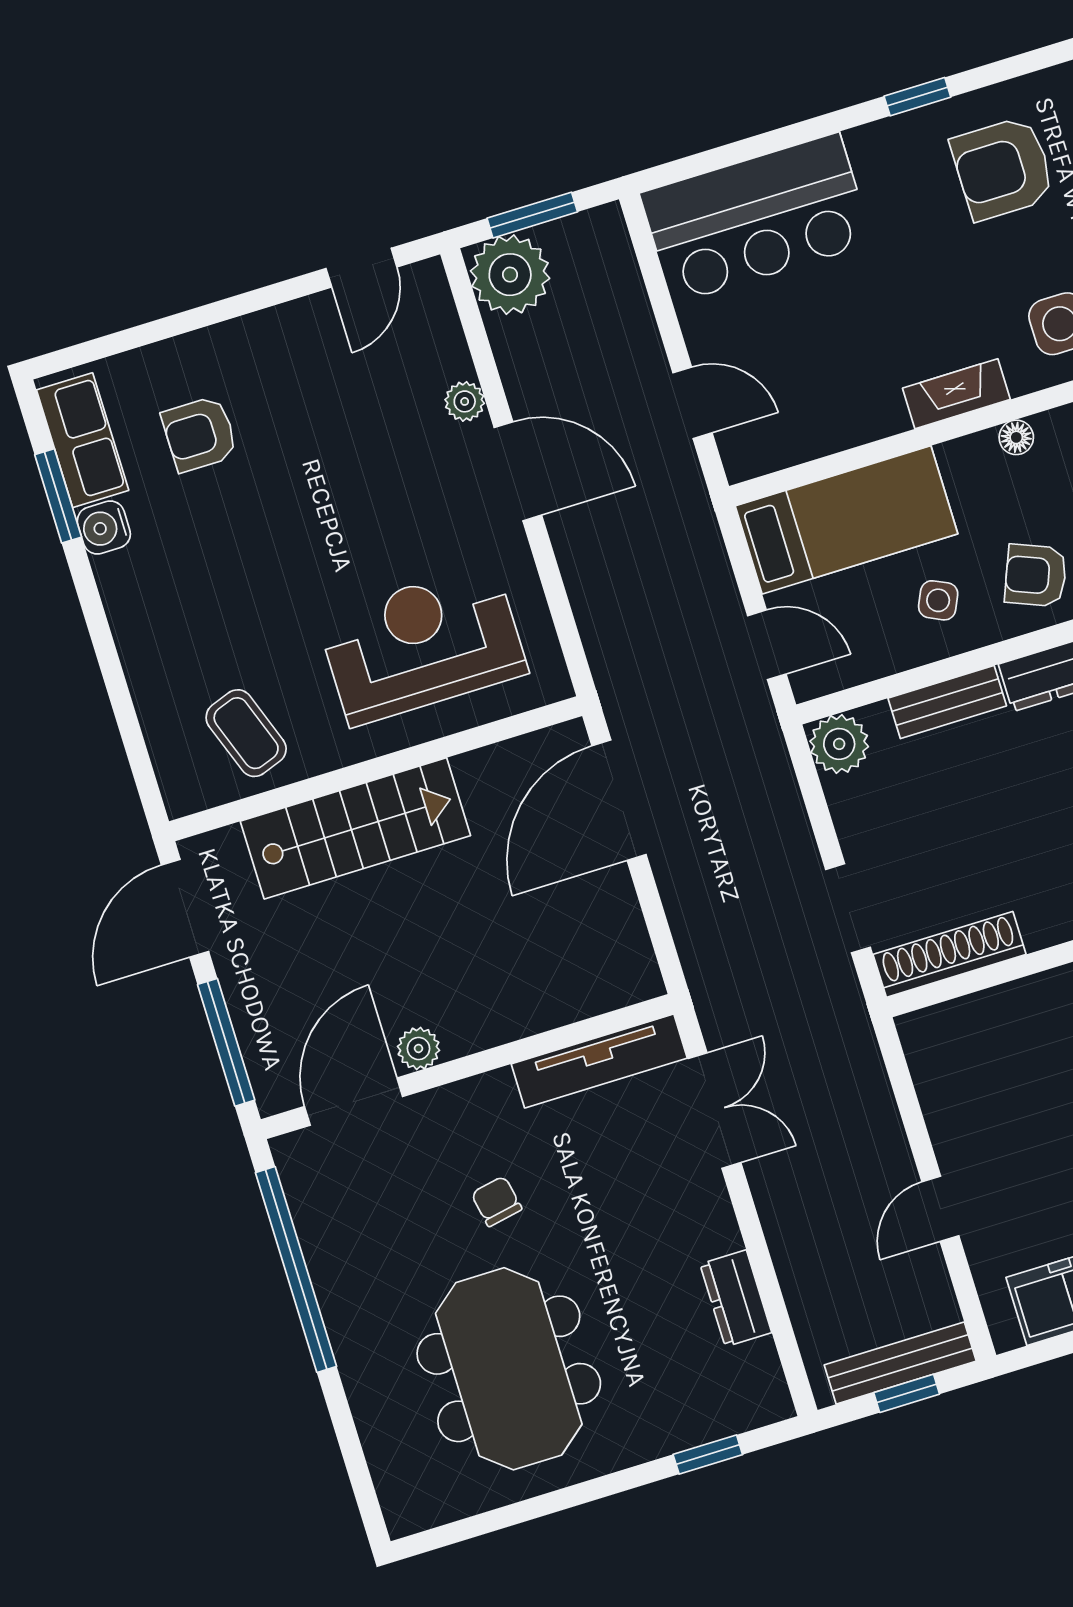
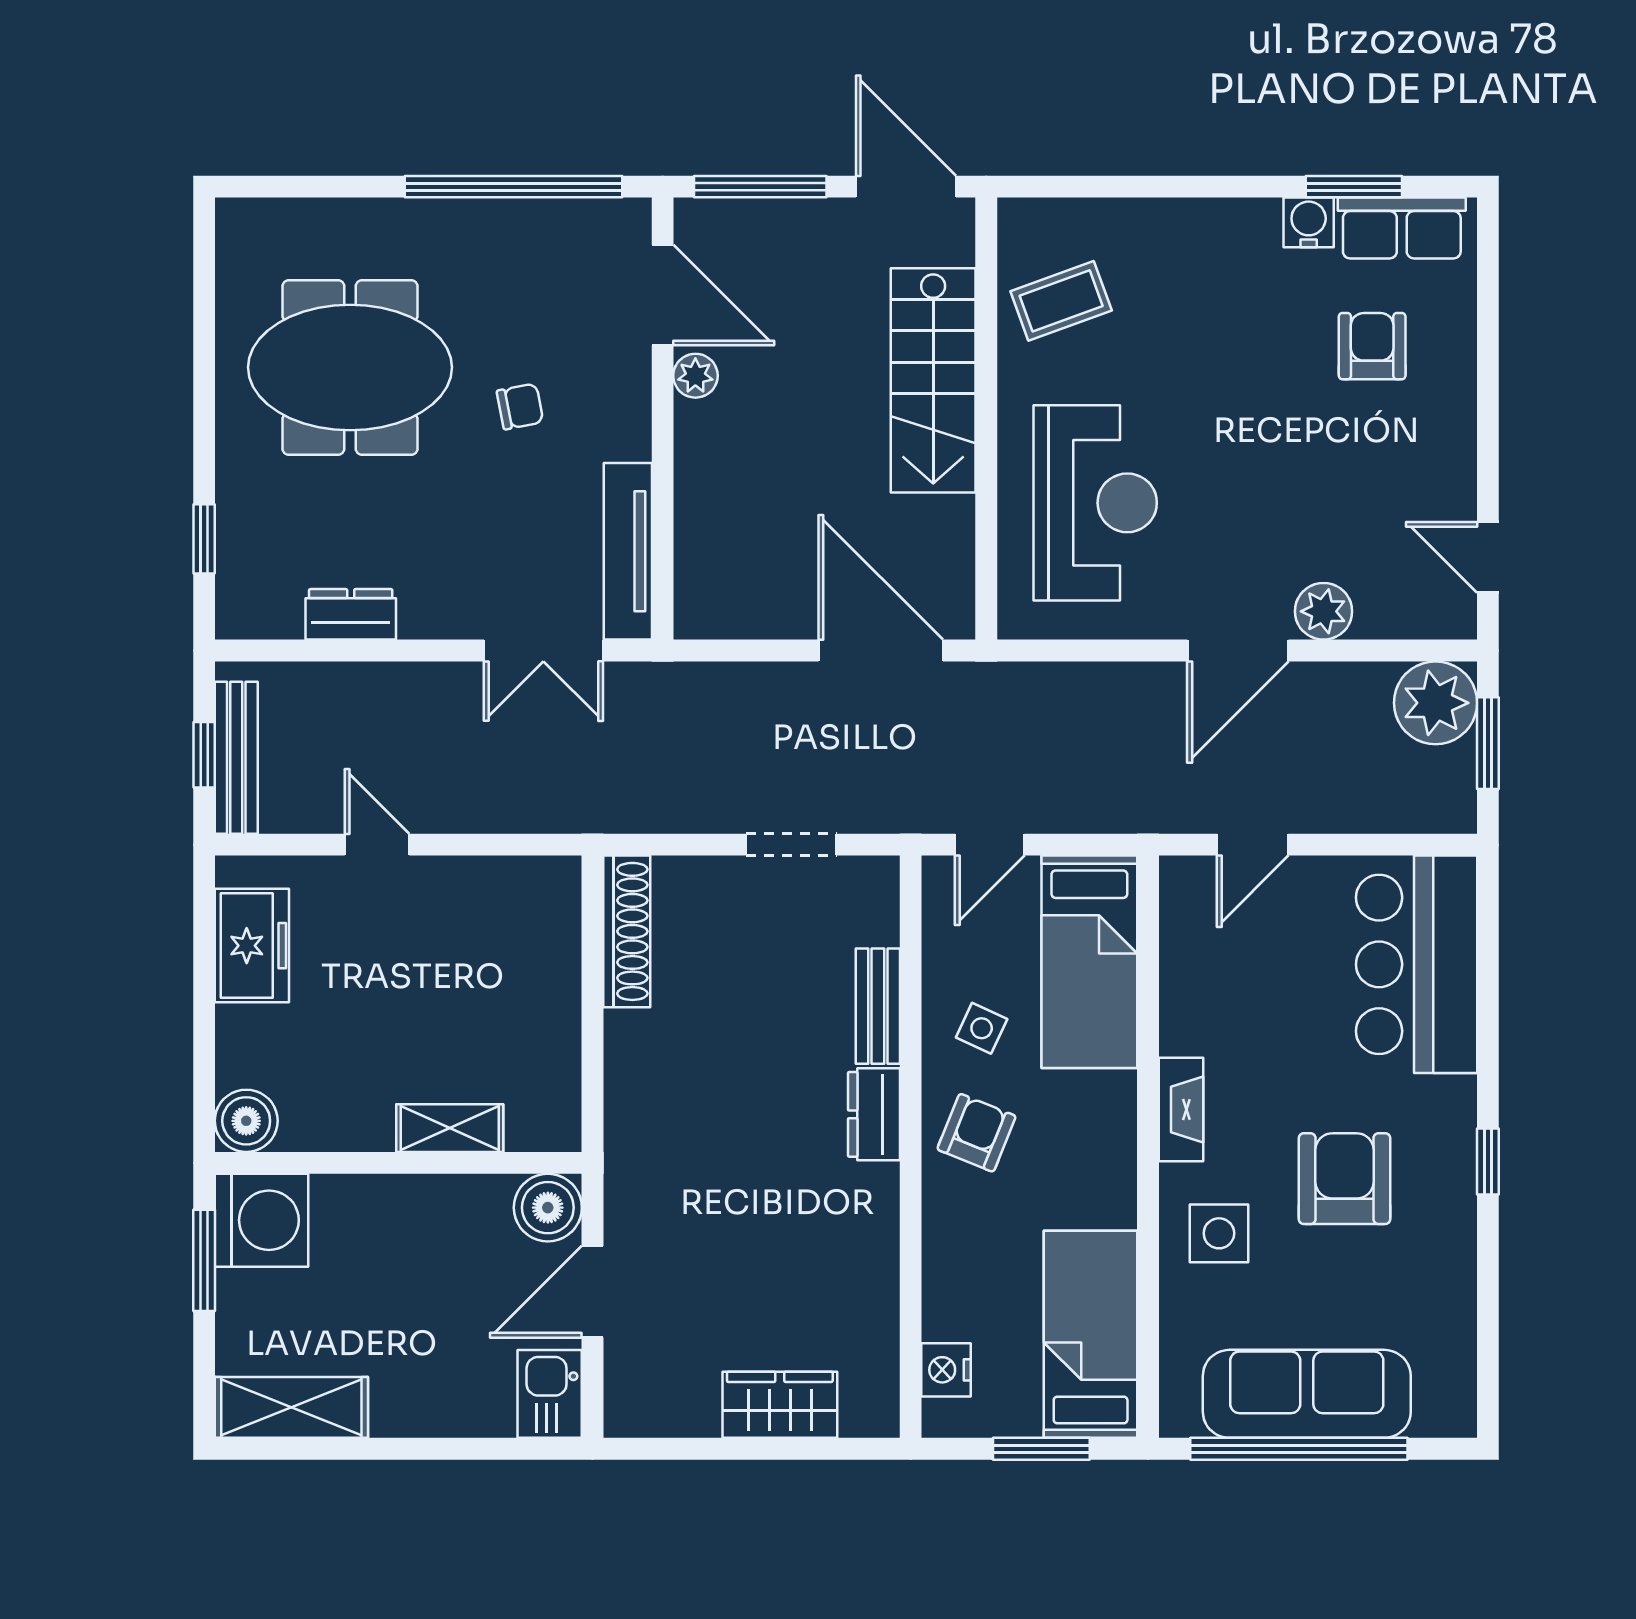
armchair: (1003, 168) -> (1344, 1179), moved
plant: (465, 401) -> (1324, 611), width x1.38, depth x1.38
floor lamp: (1016, 437) -> (1119, 1155), removed
plant: (839, 744) -> (869, 886), removed
doorway: (848, 908) -> (791, 845), moved

